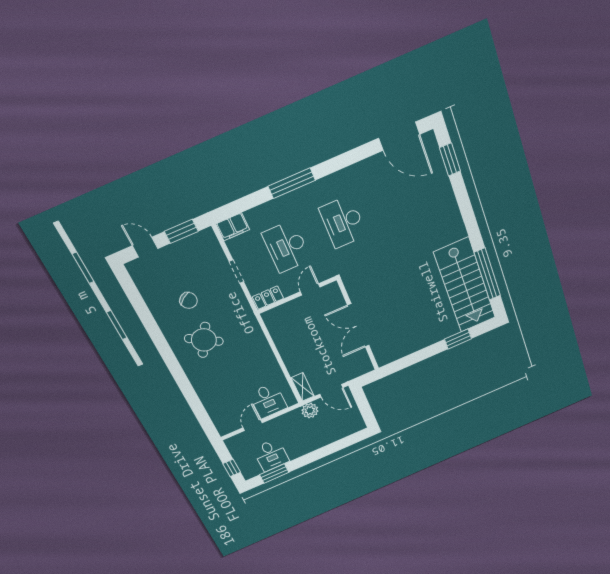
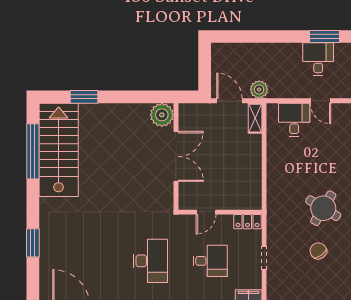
window: (450, 159) -> (33, 243), moved
desk: (286, 247) -> (210, 261), width x0.73
plant: (385, 354) -> (162, 115), added
door: (253, 425) -> (320, 101), hinge flipped

